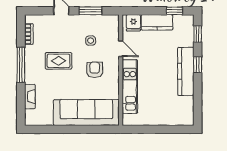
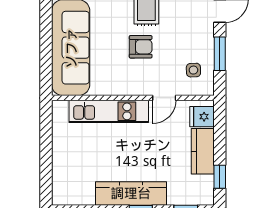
side table: (91, 41) -> (193, 70), moved
armchair: (95, 70) -> (141, 47), moved

